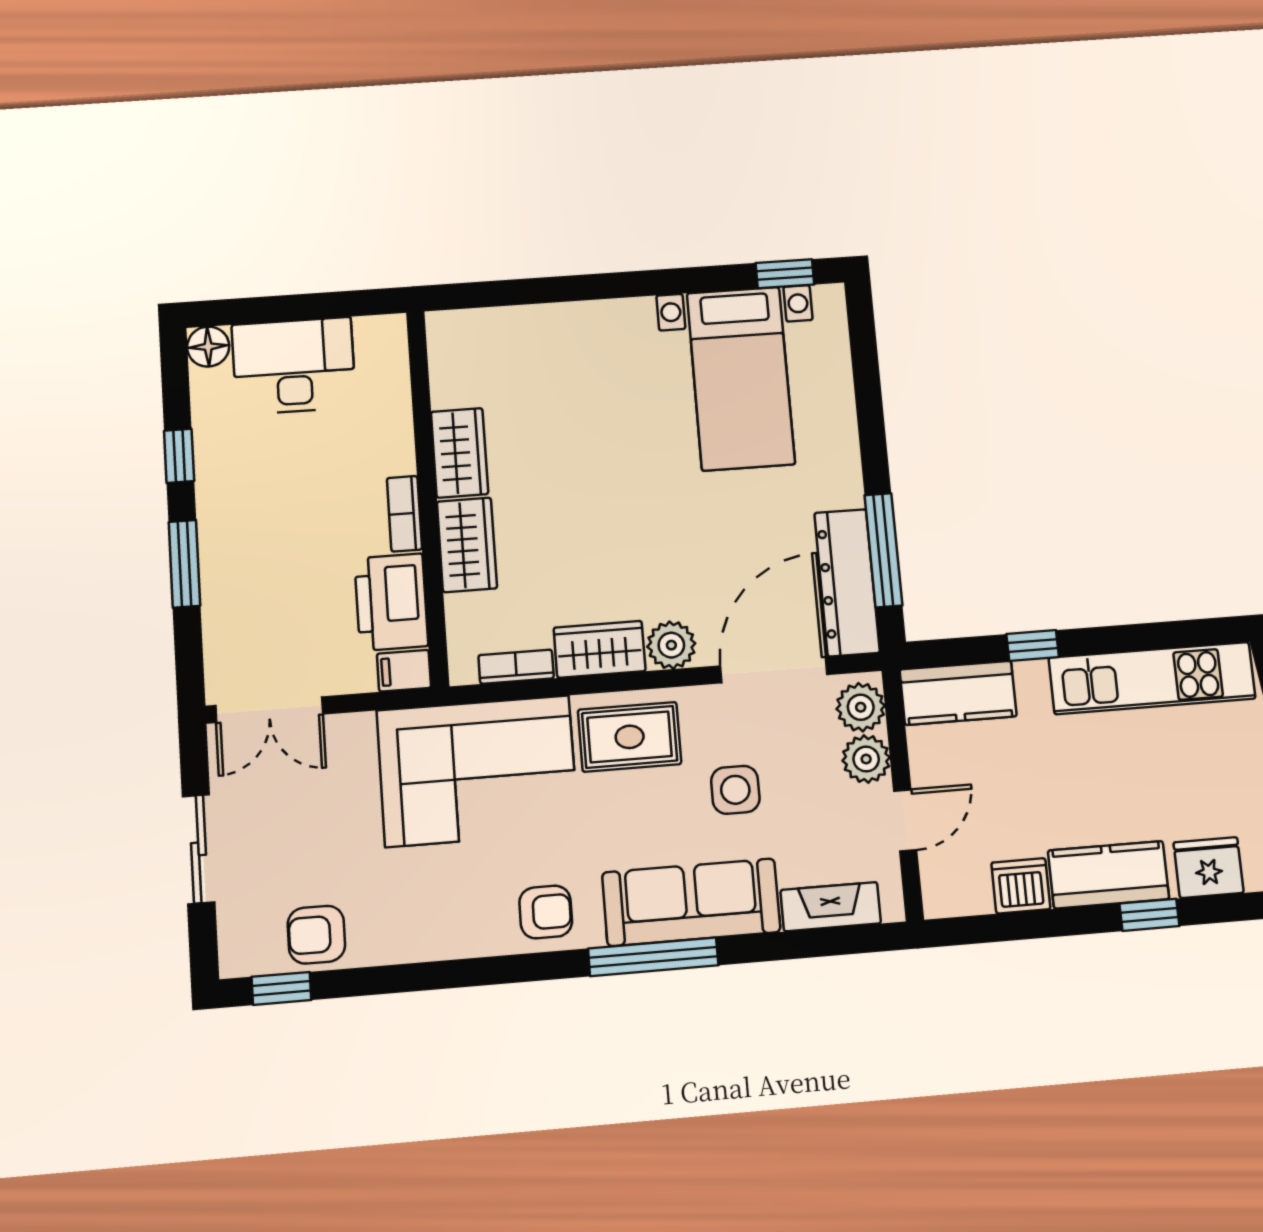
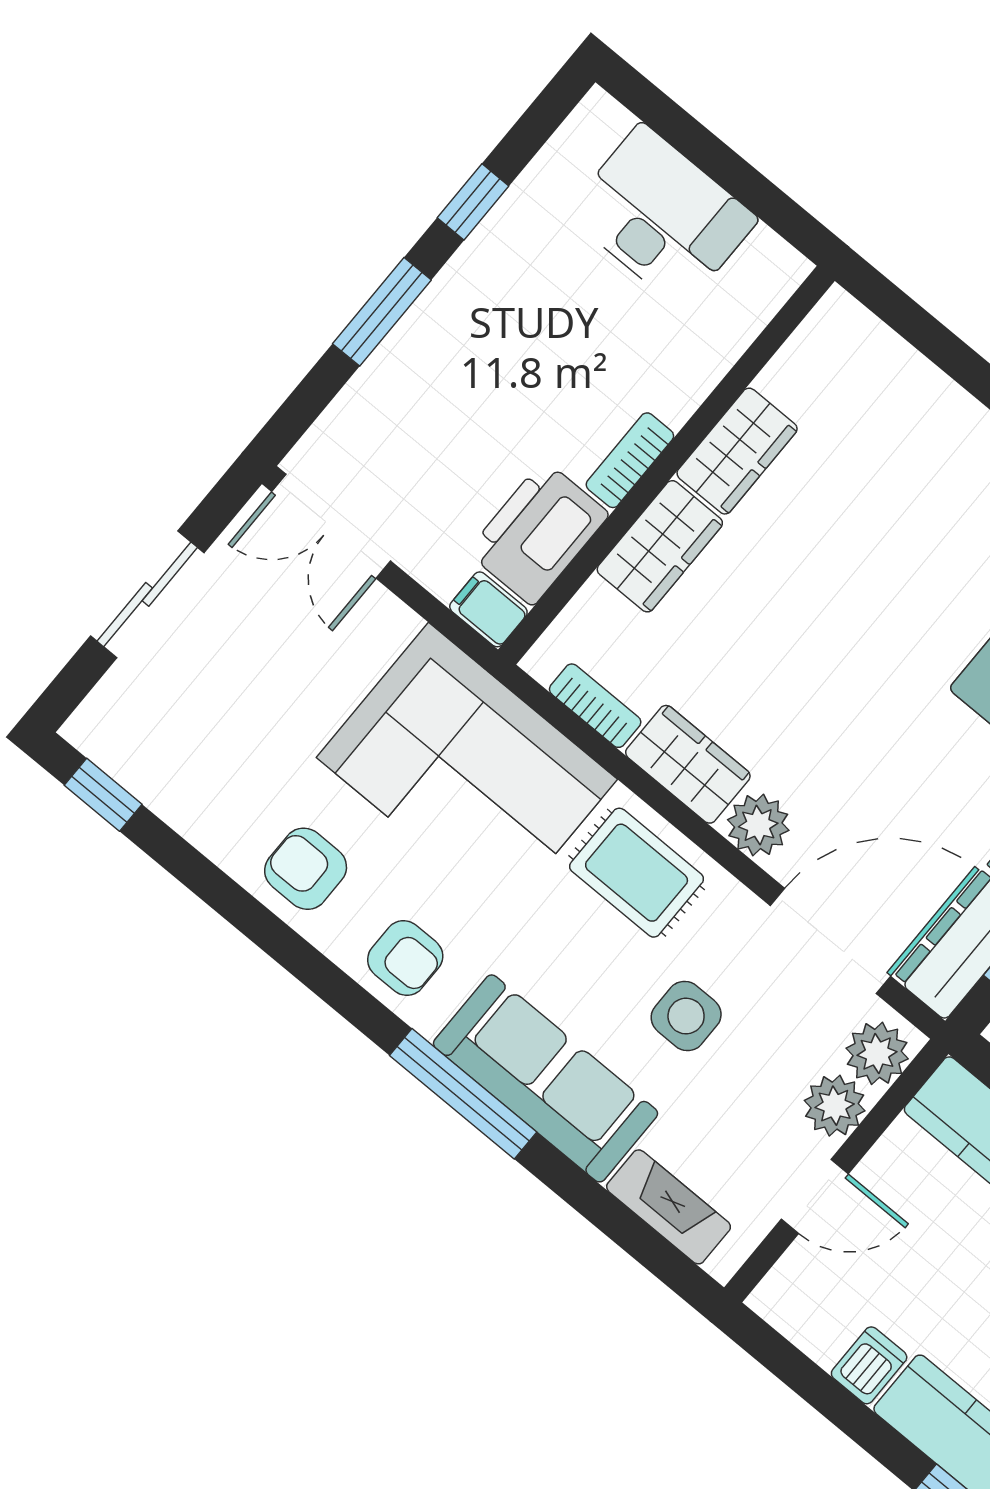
floor lamp: (208, 347) -> (599, 120), removed
dishwasher: (1021, 886) -> (869, 1365), width x0.73
armchair: (316, 935) -> (306, 869), moved

